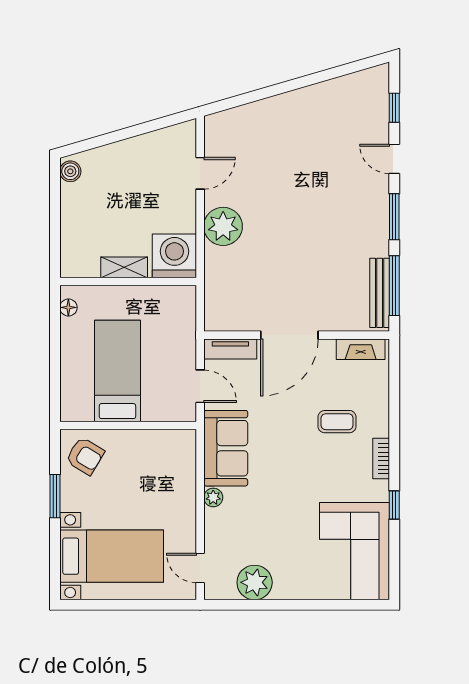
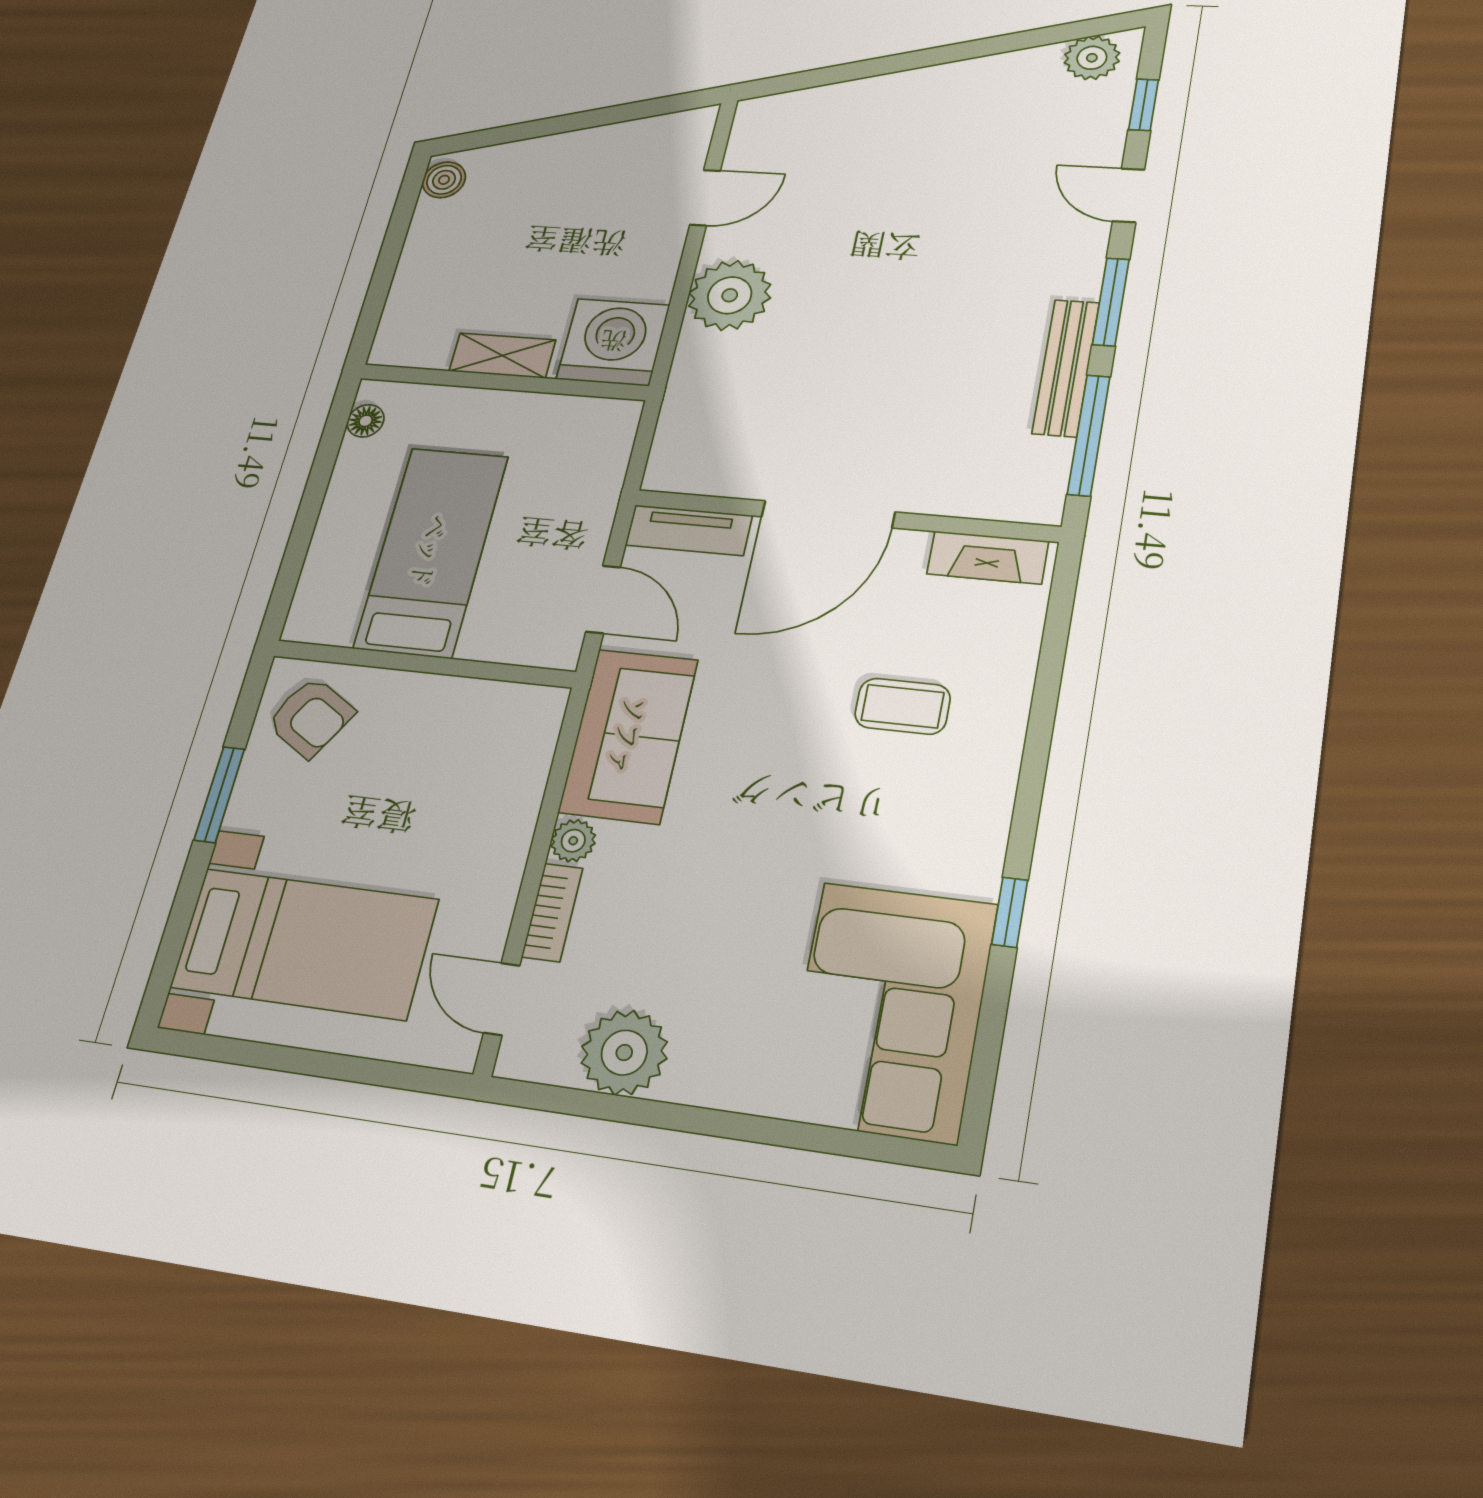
plant: (367, 82) -> (1092, 58), added
bench: (380, 293) -> (1066, 368), moved
bookcase: (381, 459) -> (552, 912), moved, turned 180

